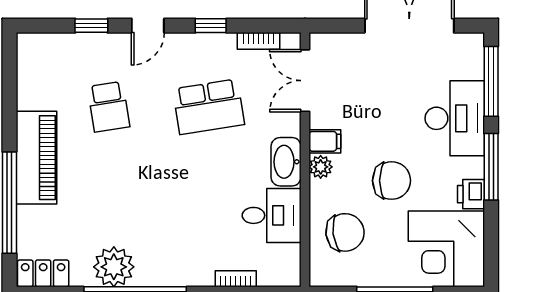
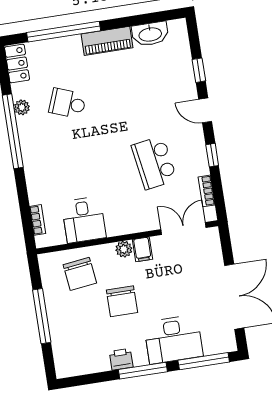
school desk: (109, 107) -> (68, 103), moved, turned 30
piano: (37, 158) -> (107, 41), width x0.73, depth x0.75
washbasin: (286, 162) -> (150, 34), moved, turned 180
corner desk: (446, 249) -> (79, 348), removed
plant: (114, 267) -> (22, 107), width x0.53, depth x0.53
bookcase: (236, 279) -> (38, 220), moved

